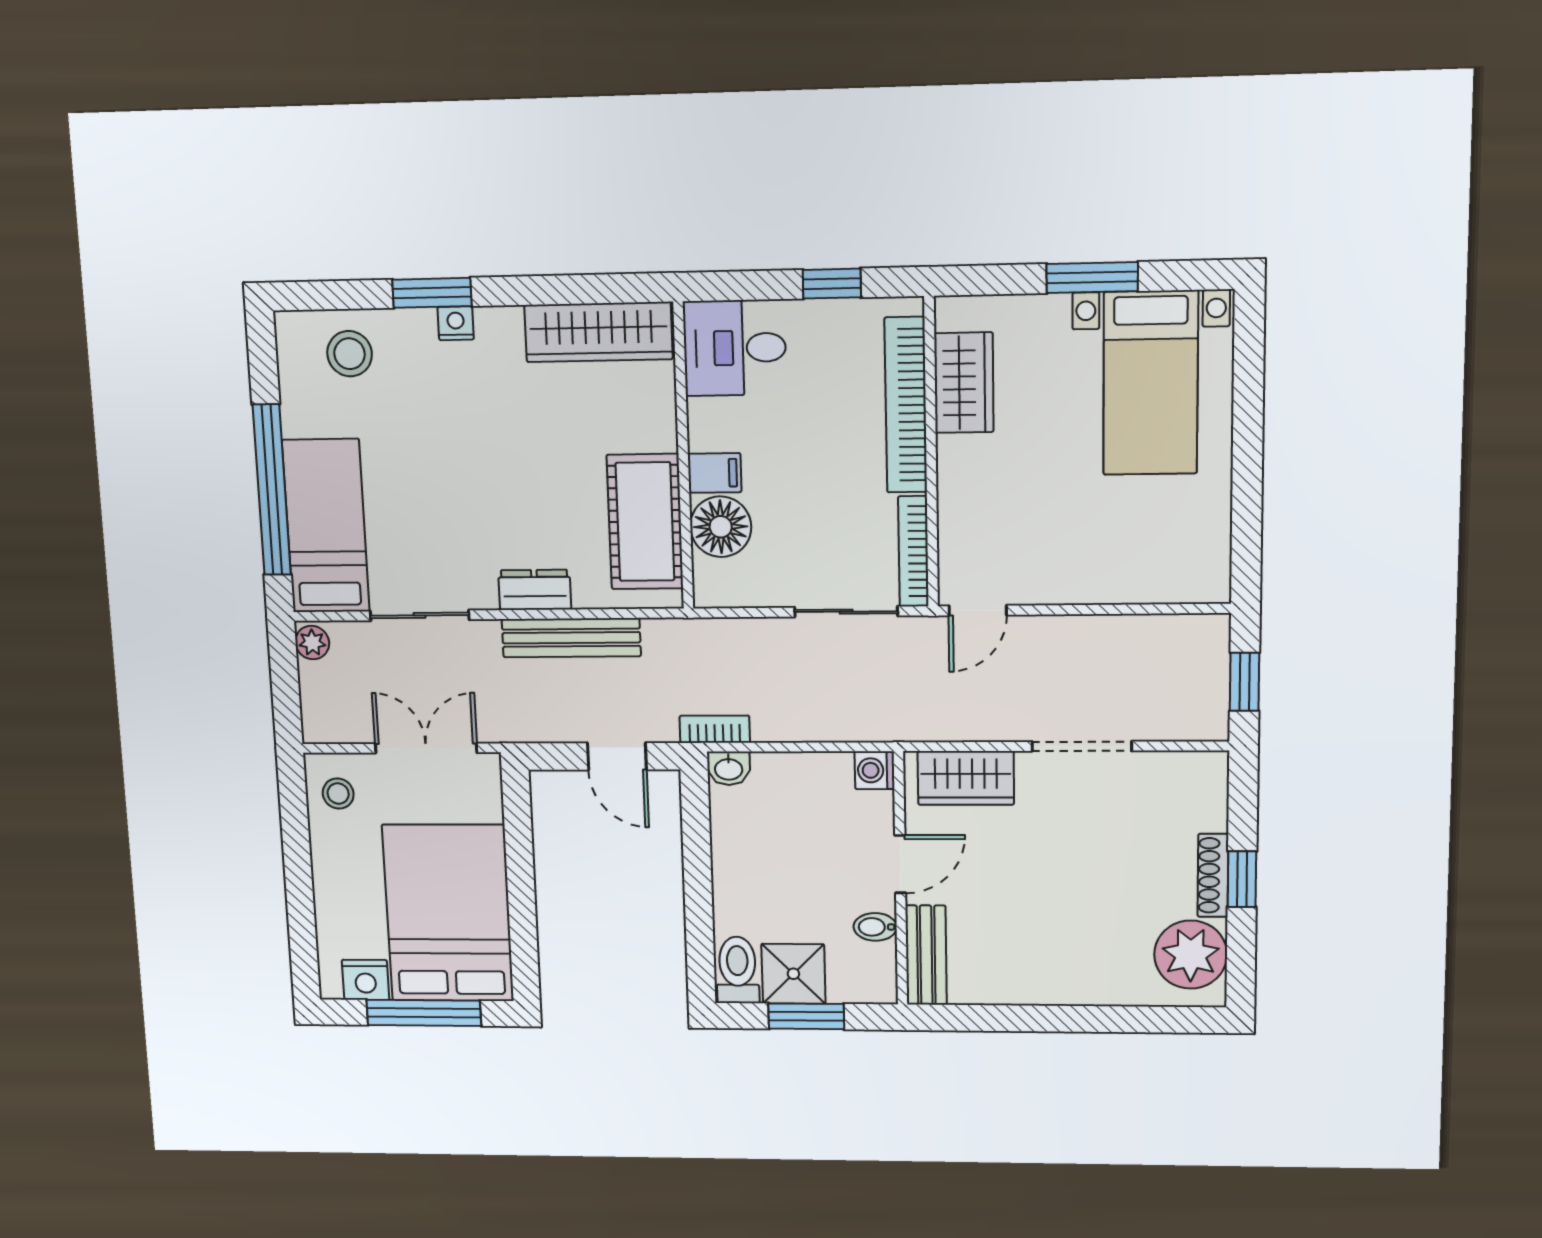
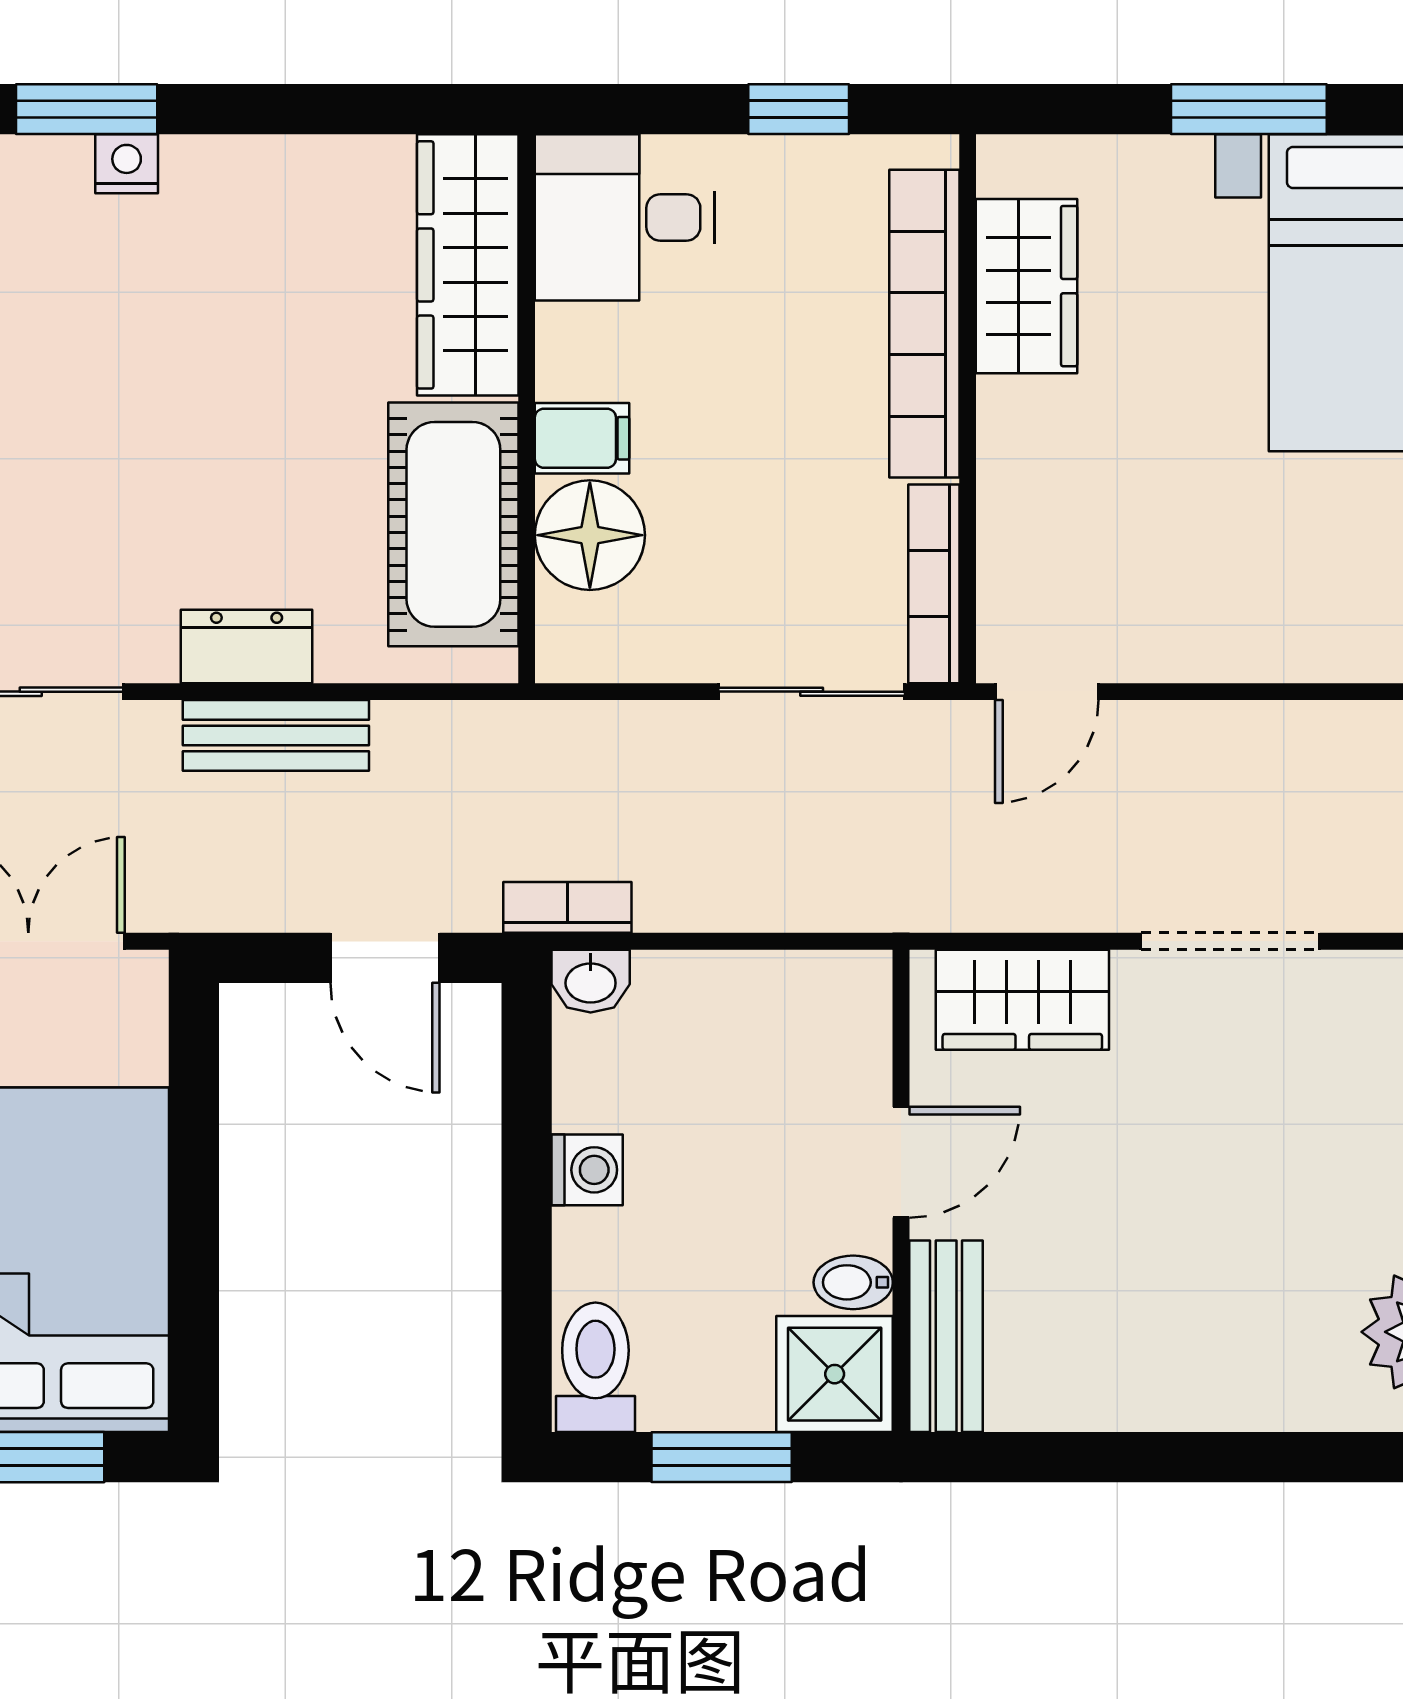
wardrobe: (598, 332) -> (468, 265), moved, turned 90
bench: (571, 638) -> (276, 735), width x0.73
washing machine: (874, 770) -> (587, 1170), moved, turned 180
shower: (793, 974) -> (835, 1374), moved

